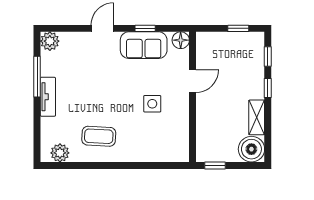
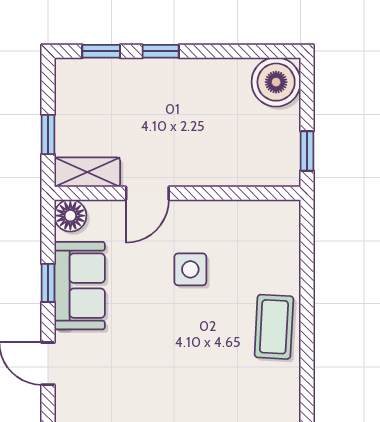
window: (238, 28) -> (48, 134), moved
door: (193, 81) -> (147, 193), swing flipped
shelving: (257, 117) -> (87, 172), moved
coffee table: (99, 136) -> (274, 327), moved

